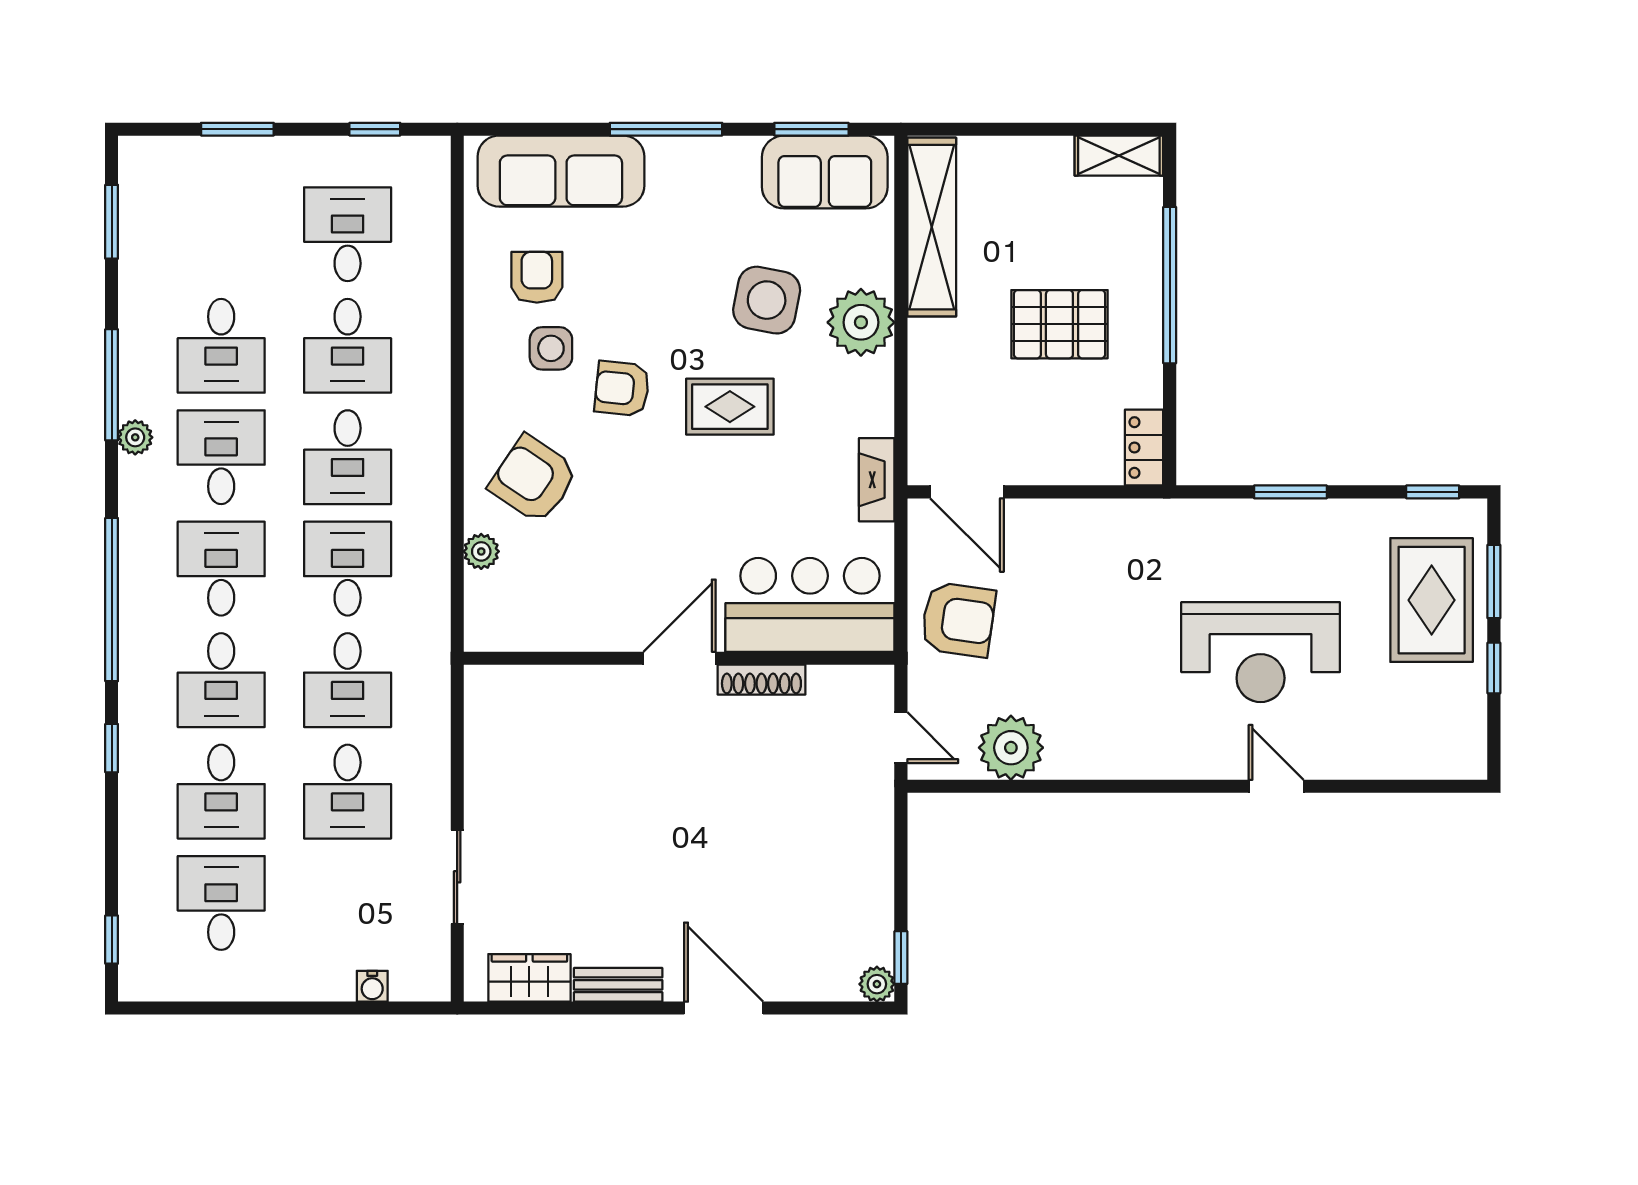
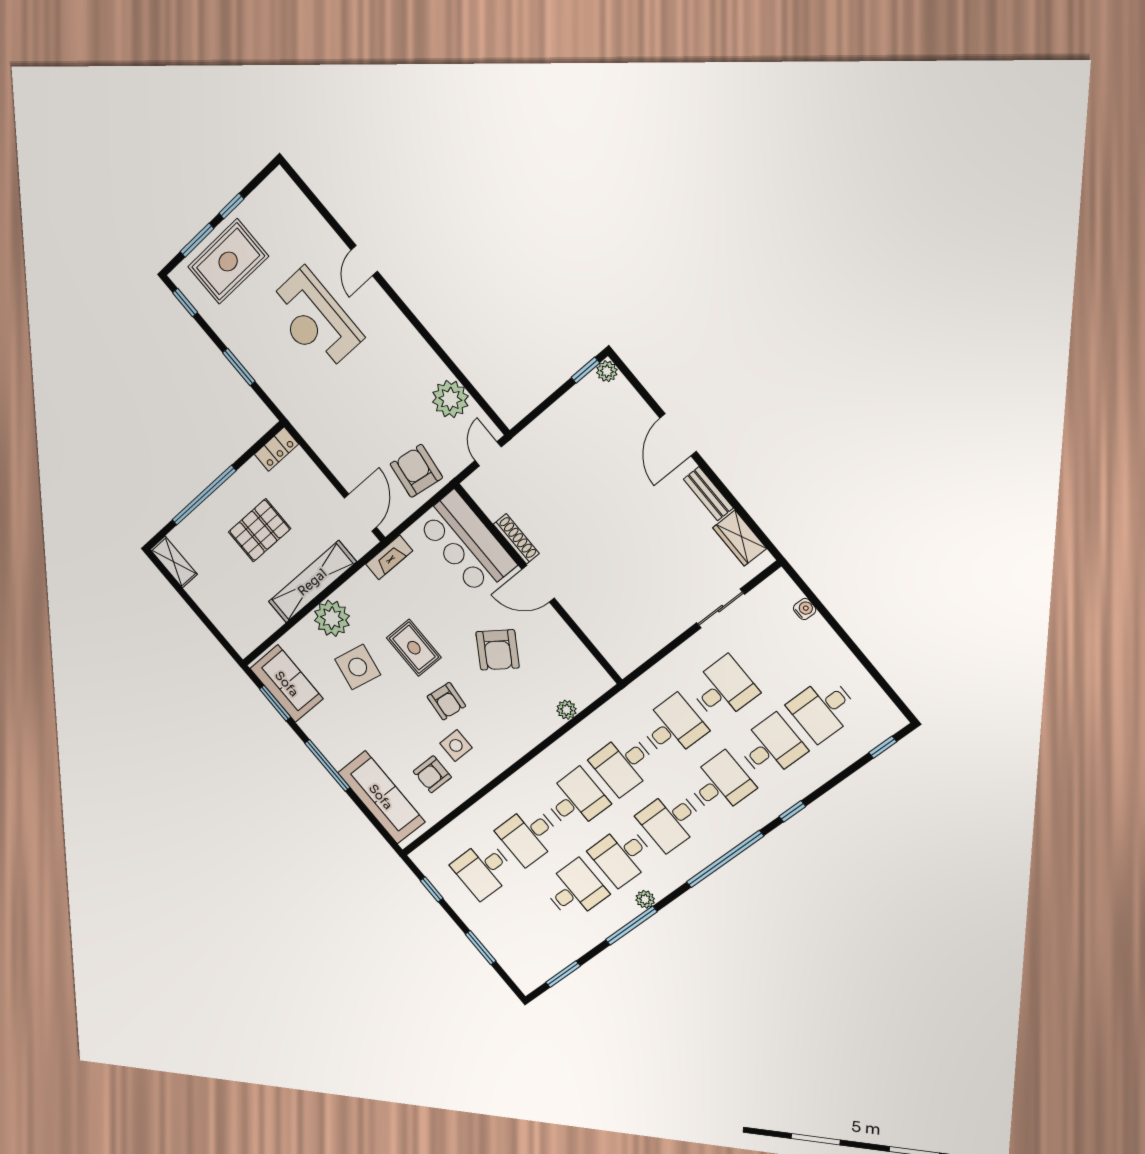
shelving: (932, 227) -> (312, 582), moved
pallet: (1059, 324) -> (260, 530), turned 90
desk: (348, 346) -> (529, 835), turned 180
armchair: (533, 479) -> (498, 650), moved
reception desk: (1261, 652) -> (315, 320), turned 180

